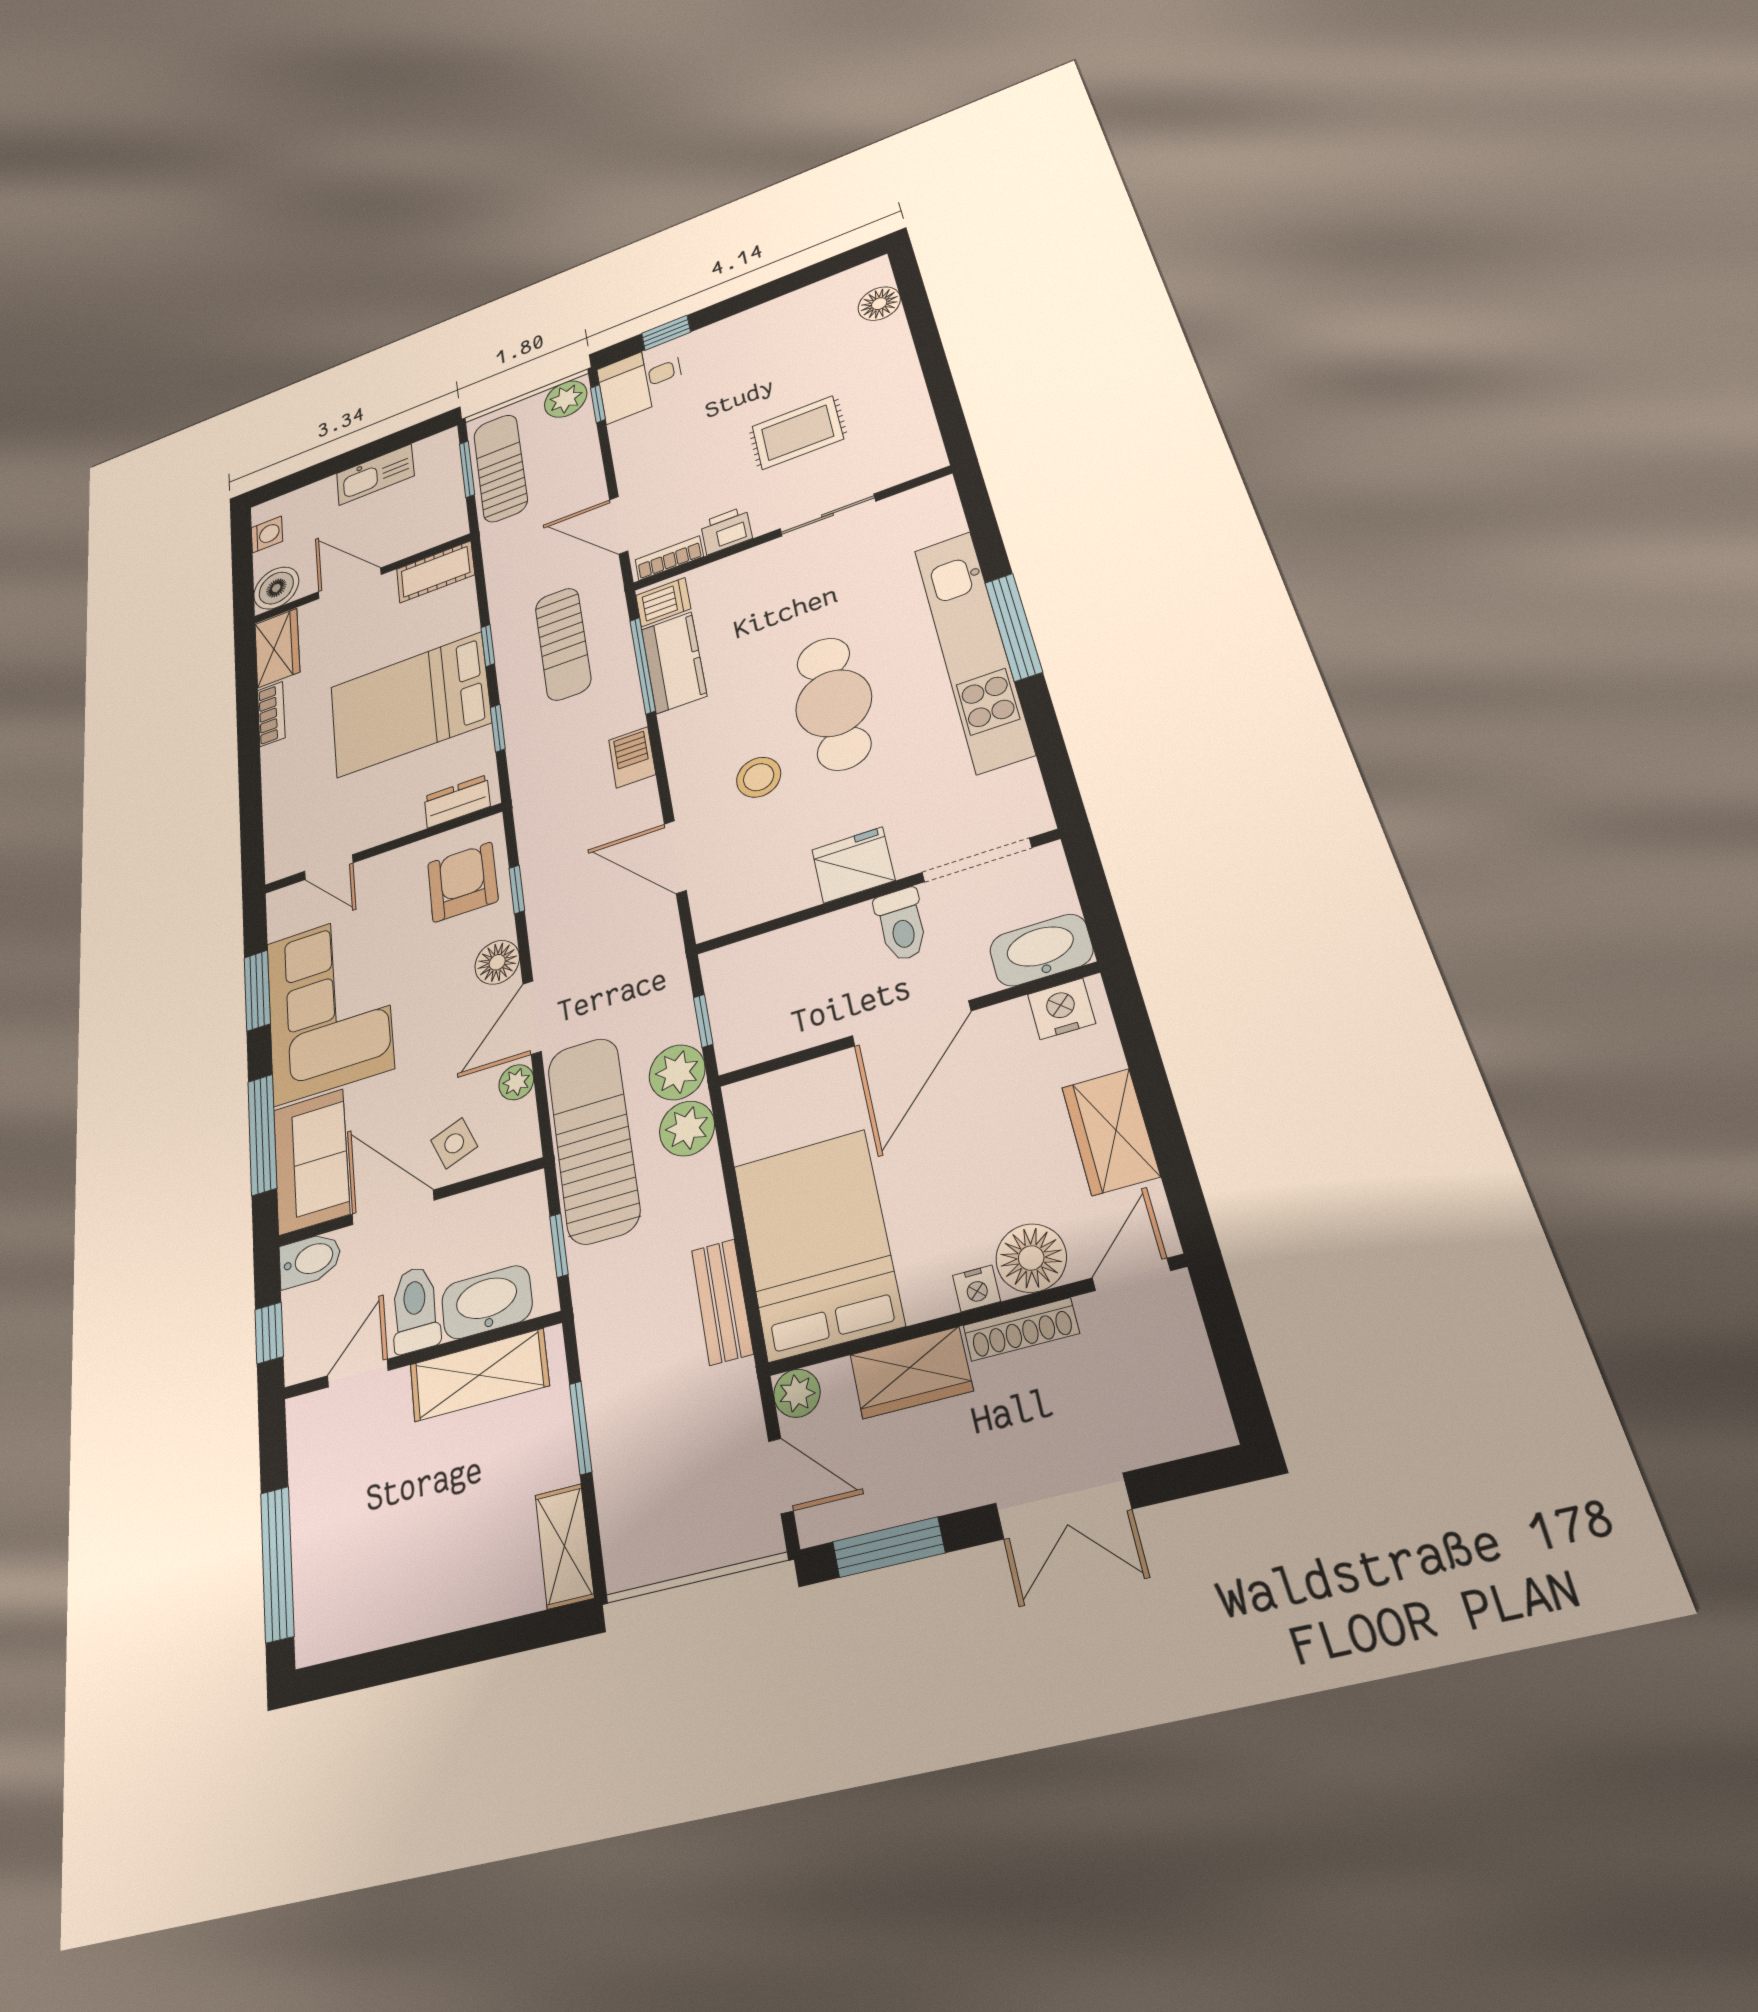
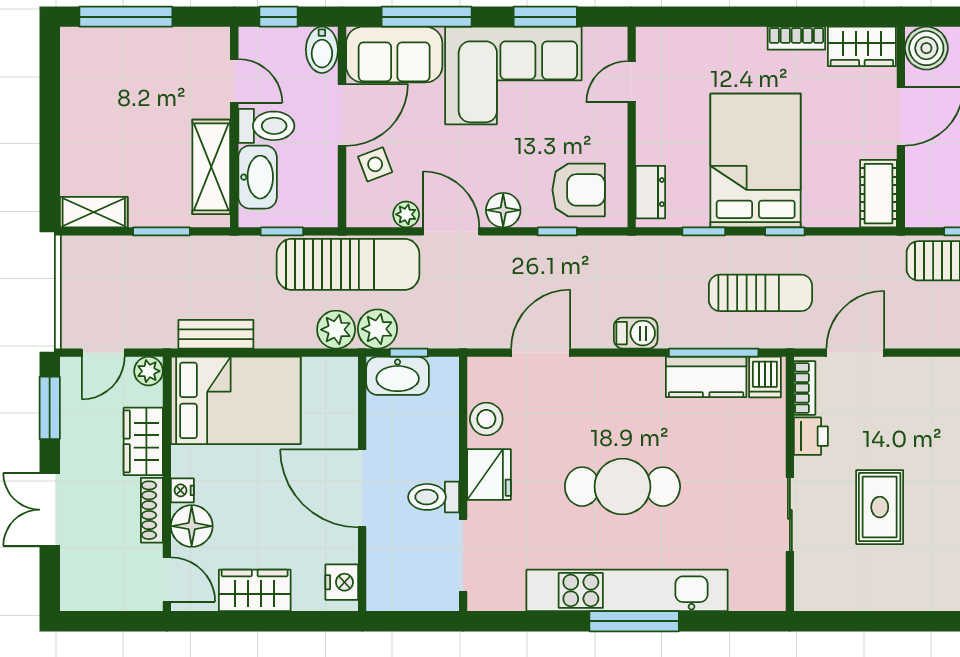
sun lounger: (563, 644) -> (760, 293), turned 180
stool: (759, 777) -> (486, 419), moved
washbasin: (1041, 950) -> (398, 376), moved, turned 90

